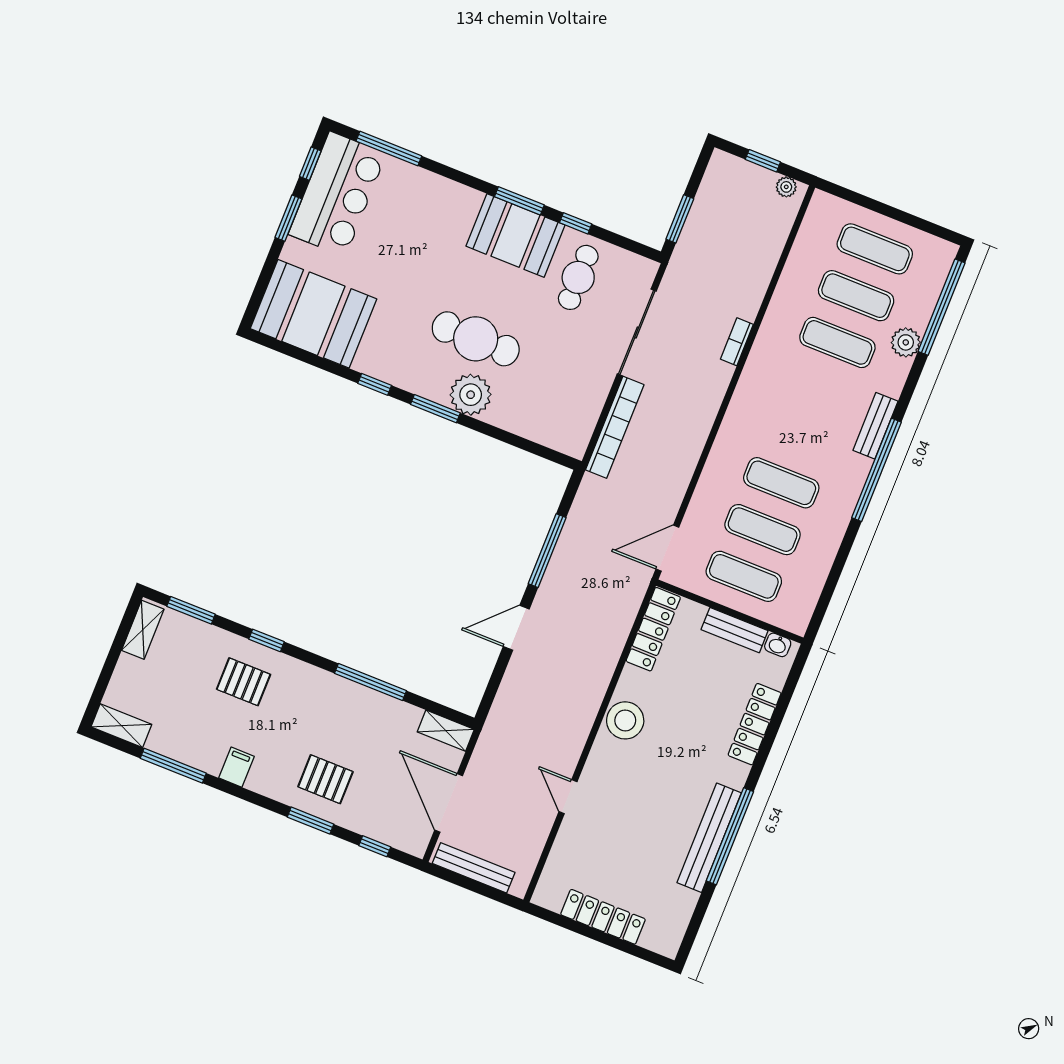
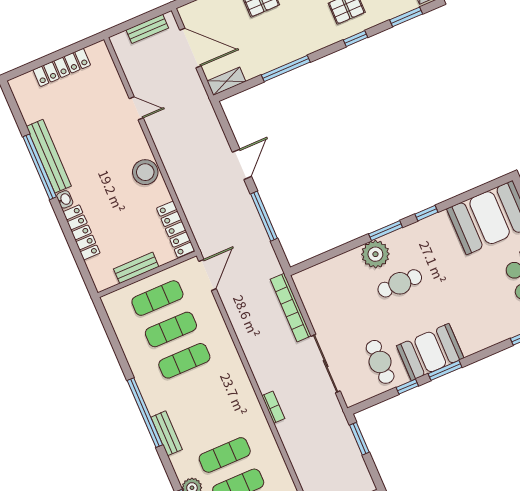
cafe table: (476, 339) -> (400, 283), width x0.73, depth x0.74
washbasin: (778, 645) -> (65, 199), moved, turned 90
bench: (474, 868) -> (147, 29), width x0.73

